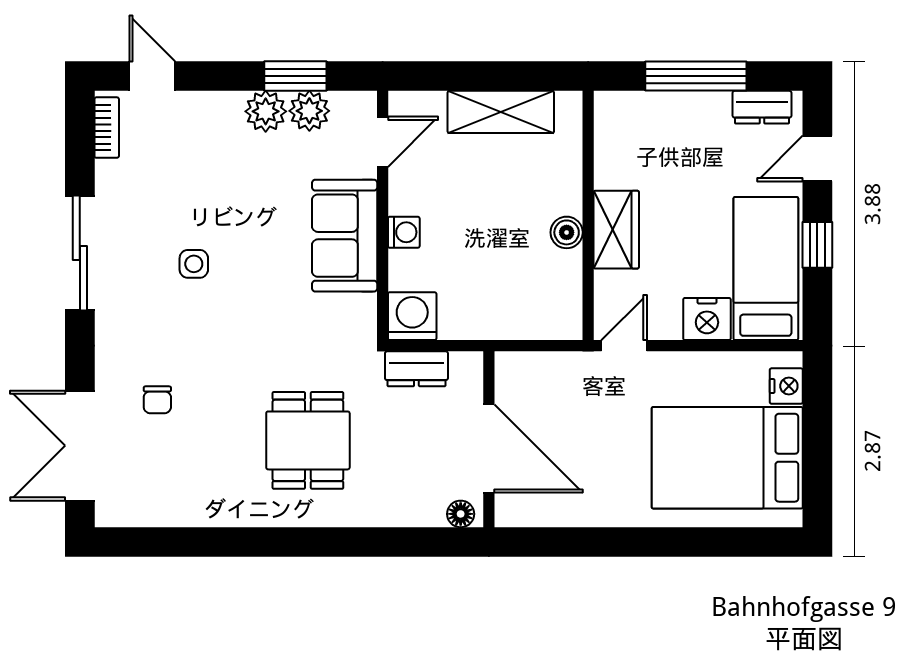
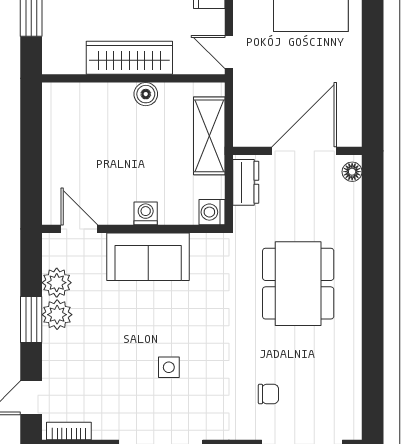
window: (295, 76) -> (31, 320), moved
shelving: (501, 112) -> (209, 136), moved
wardrobe: (616, 230) -> (129, 58), width x1.50
washing machine: (412, 316) -> (212, 212), width x0.73, depth x0.73
dresser: (416, 369) -> (246, 182), moved
dining table: (308, 440) -> (298, 284), width x1.38

